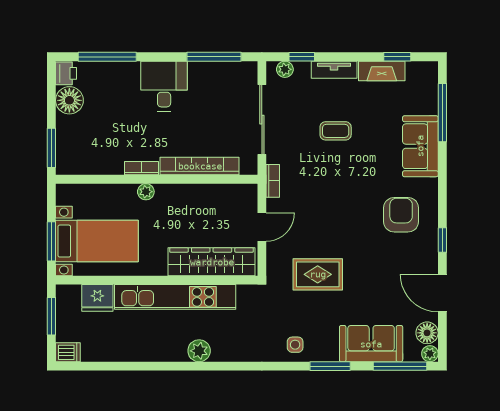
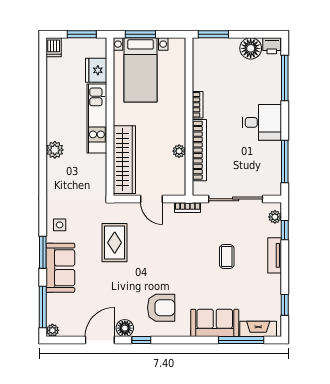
fireplace: (382, 71) -> (258, 329), moved, turned 90
plant: (146, 192) -> (179, 151), moved
kitchen unit: (175, 297) -> (97, 118), width x0.73
floor lamp: (427, 333) -> (125, 328), moved
sofa: (371, 344) -> (60, 268), moved

